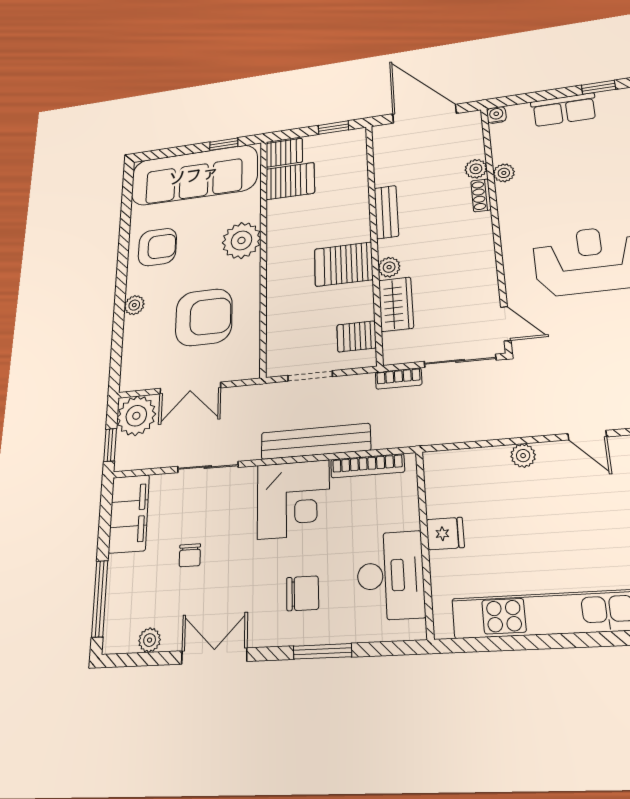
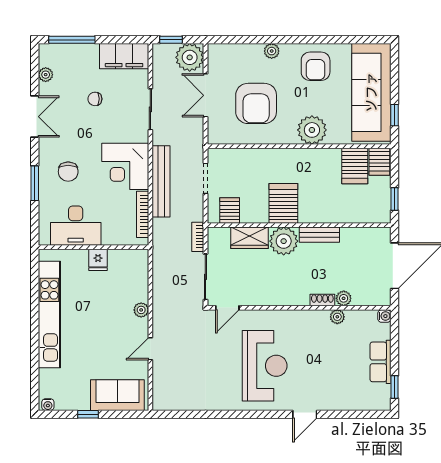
plant: (389, 267) -> (284, 241), width x1.87, depth x1.87

